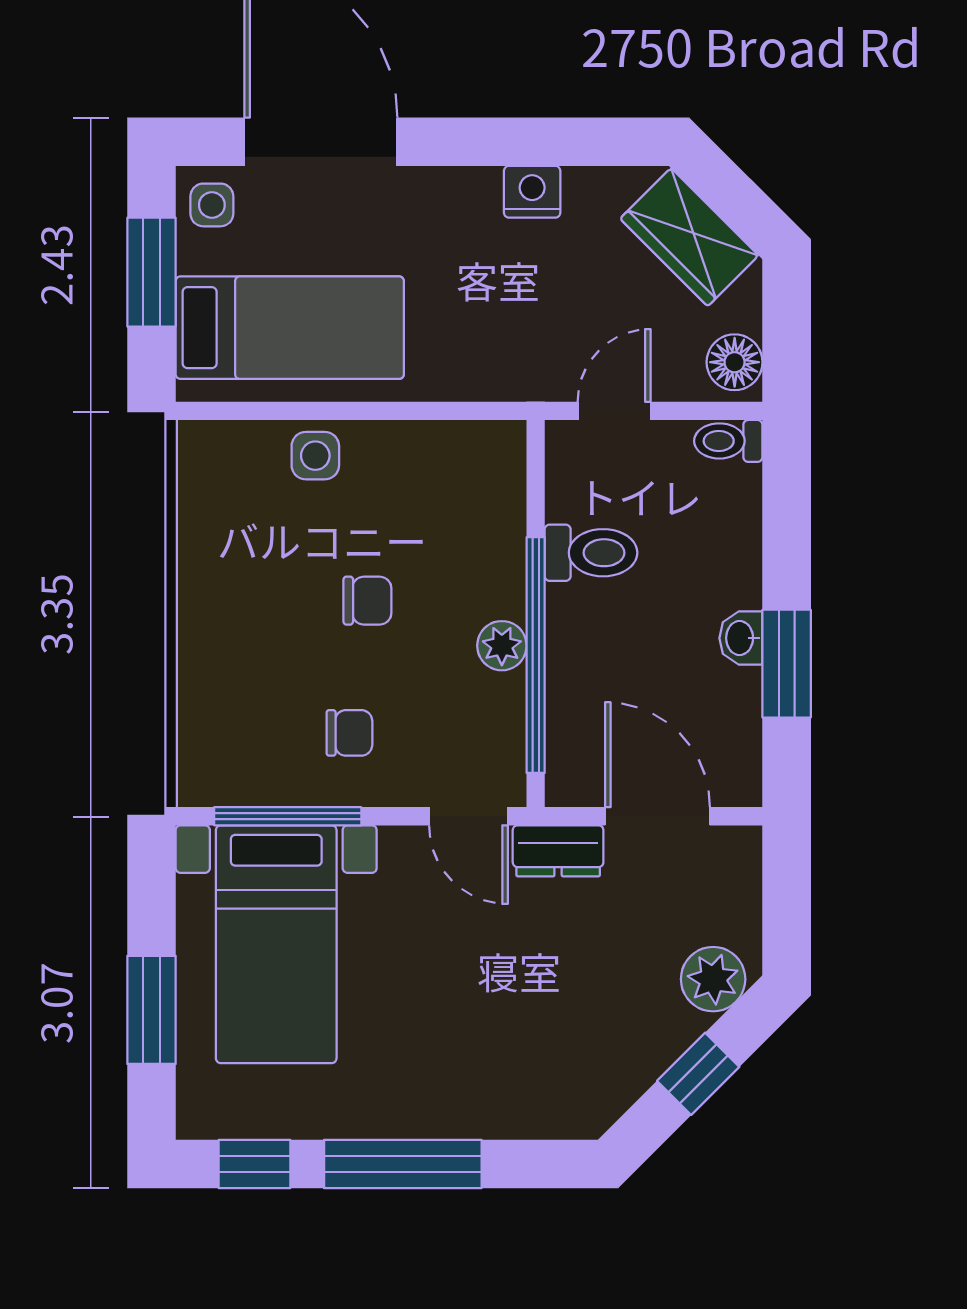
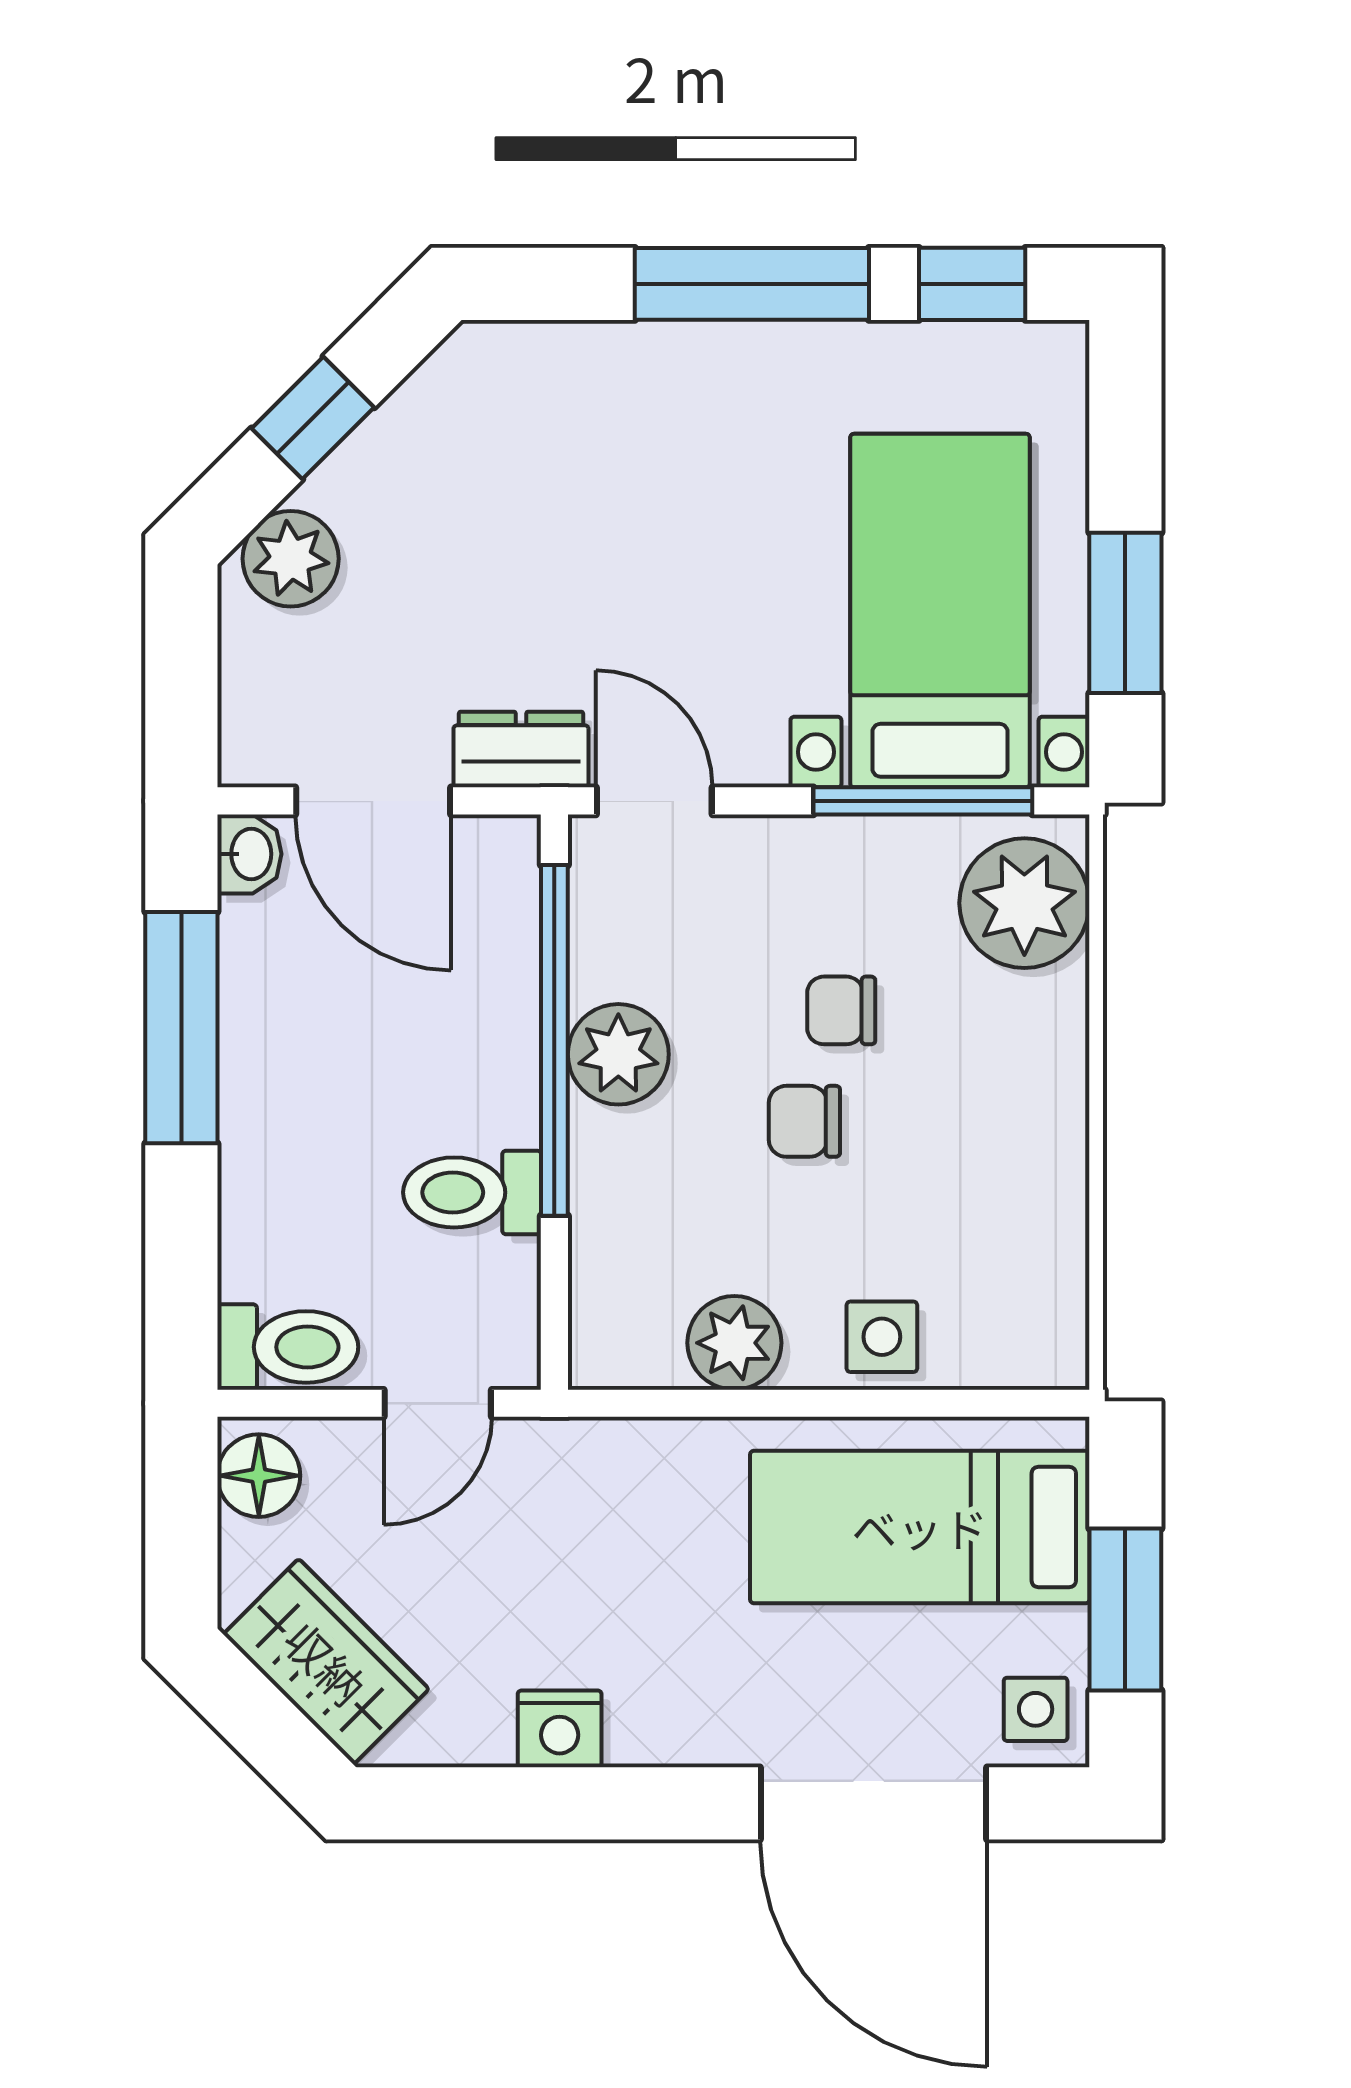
toilet: (728, 441) -> (288, 1347), width x1.37, depth x1.39
plant: (415, 452) -> (734, 1343), added
washbasin: (741, 638) -> (249, 854), moved
plant: (502, 646) -> (618, 1054), width x1.38, depth x1.38
window: (787, 664) -> (181, 1028), width x1.44
chair: (349, 733) -> (841, 1010), moved
plant: (219, 747) -> (1024, 903), added
window: (151, 1010) -> (1125, 613), moved

